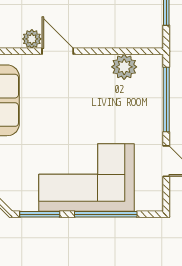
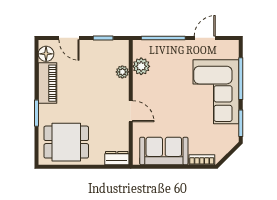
plant: (32, 39) -> (122, 72), moved
door: (58, 51) -> (131, 111), swing flipped

